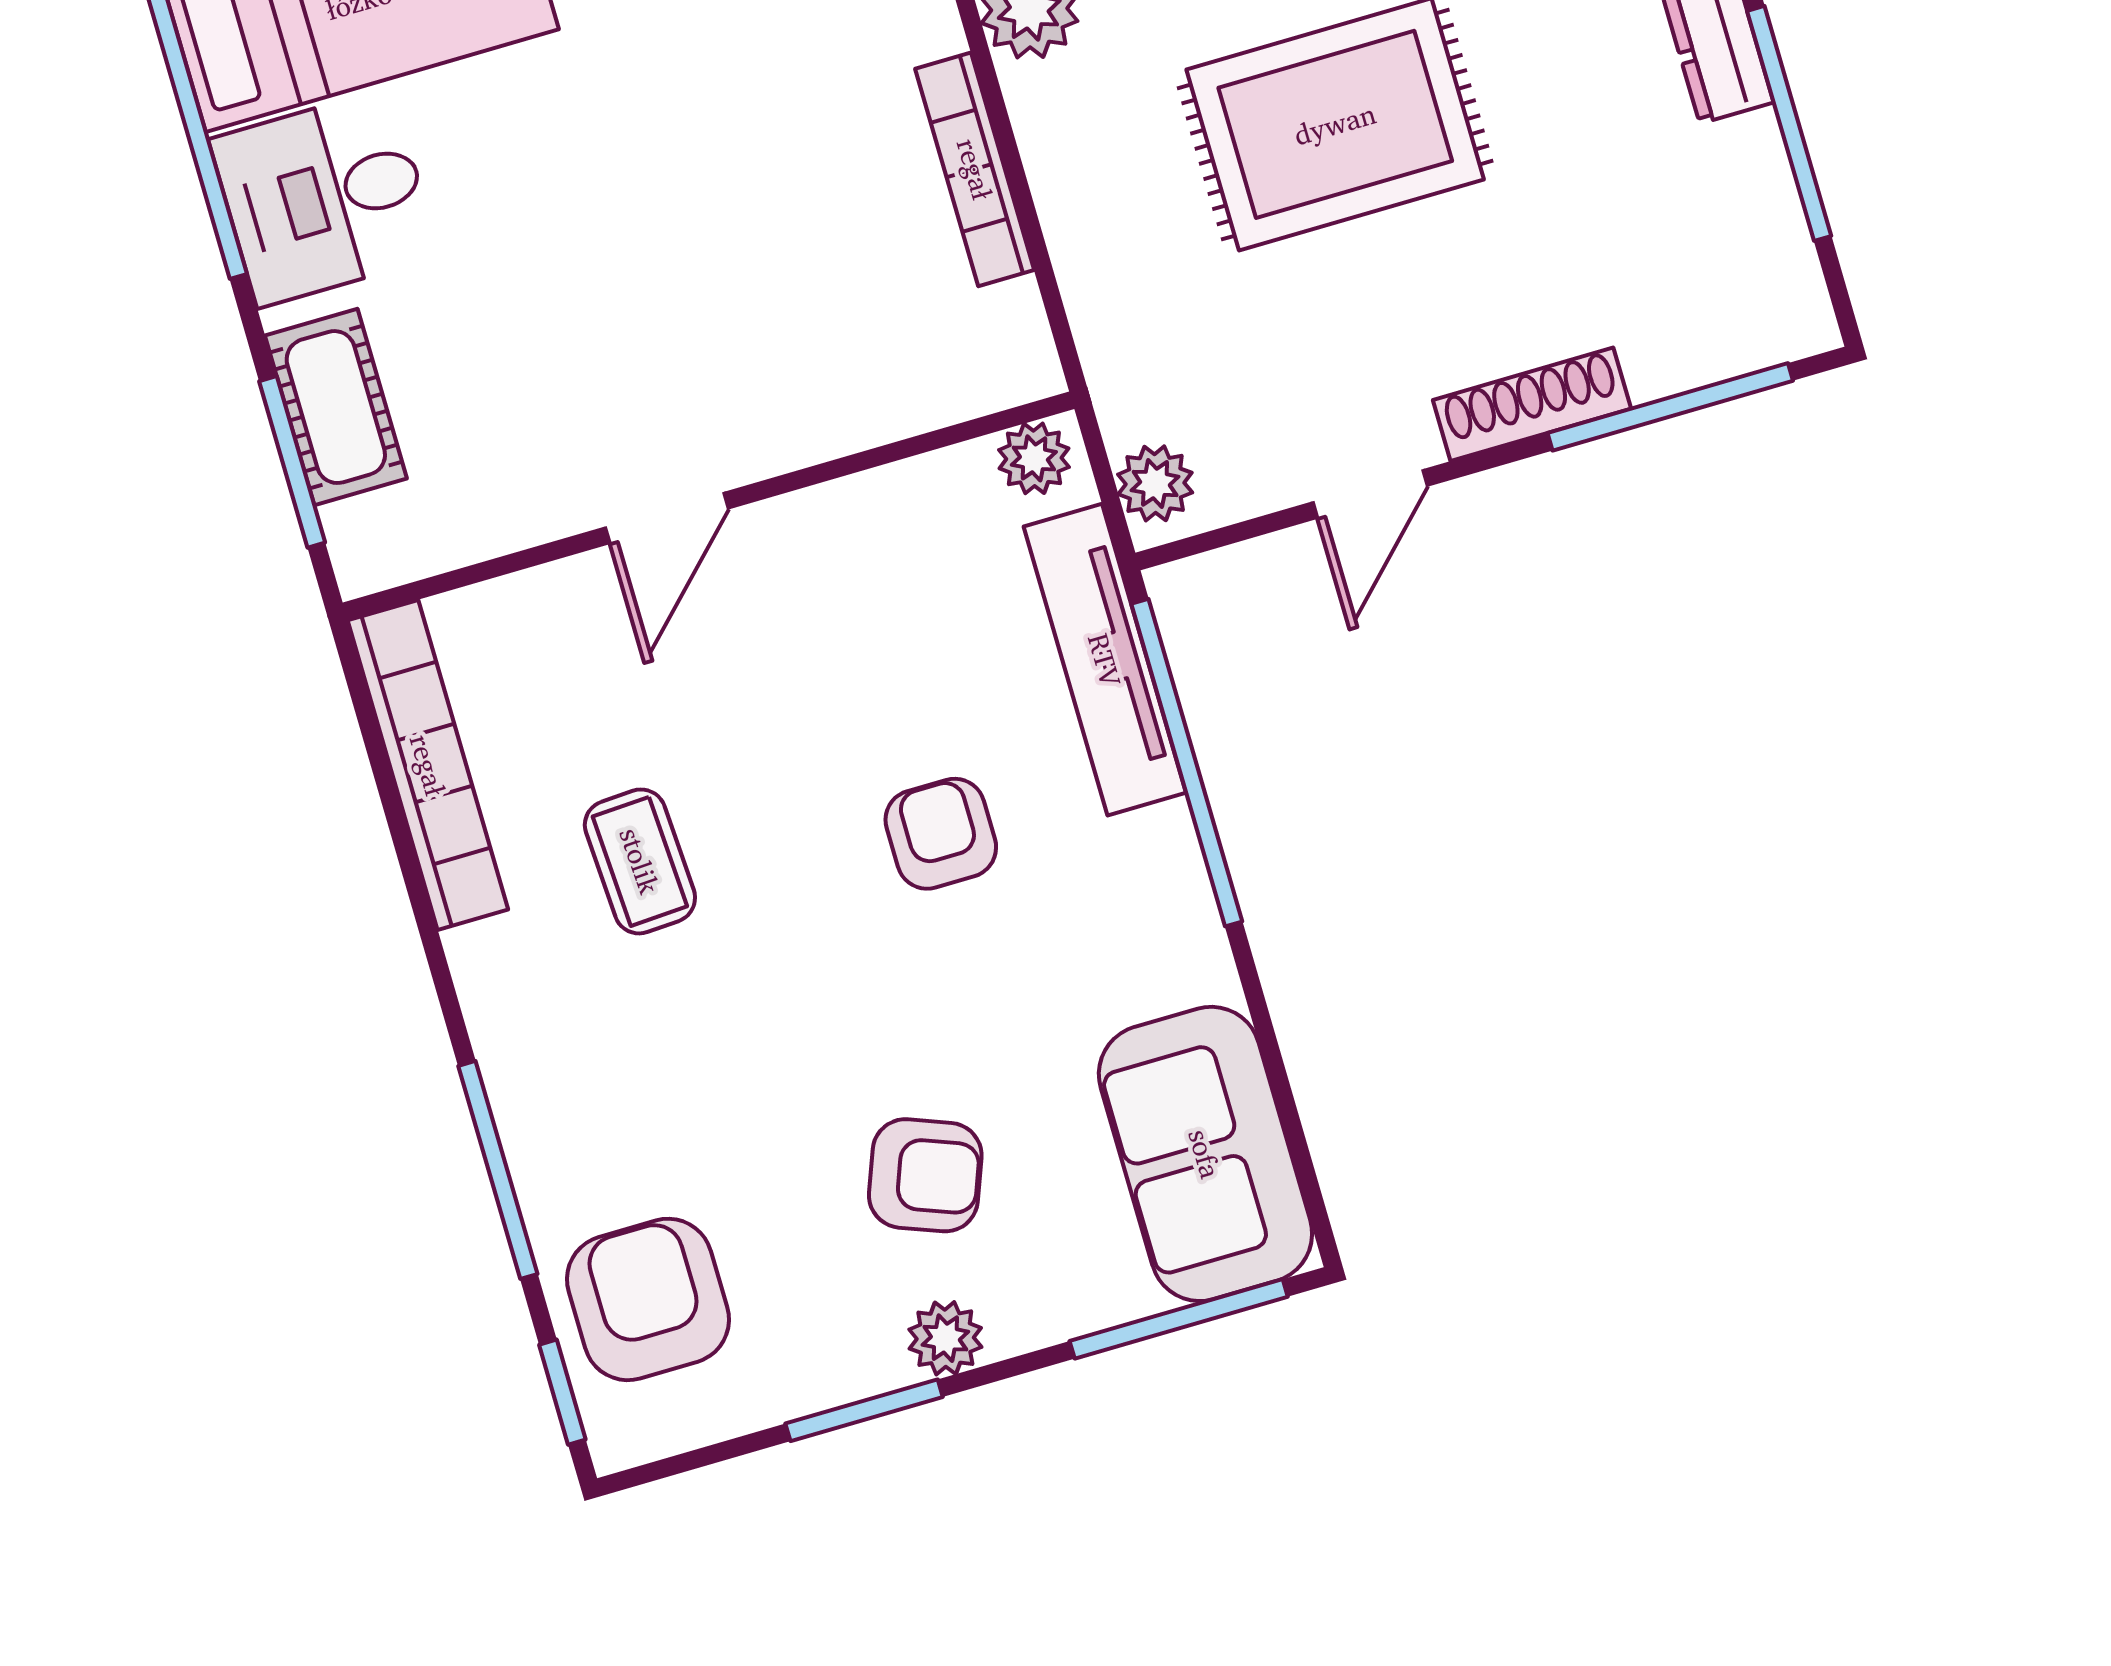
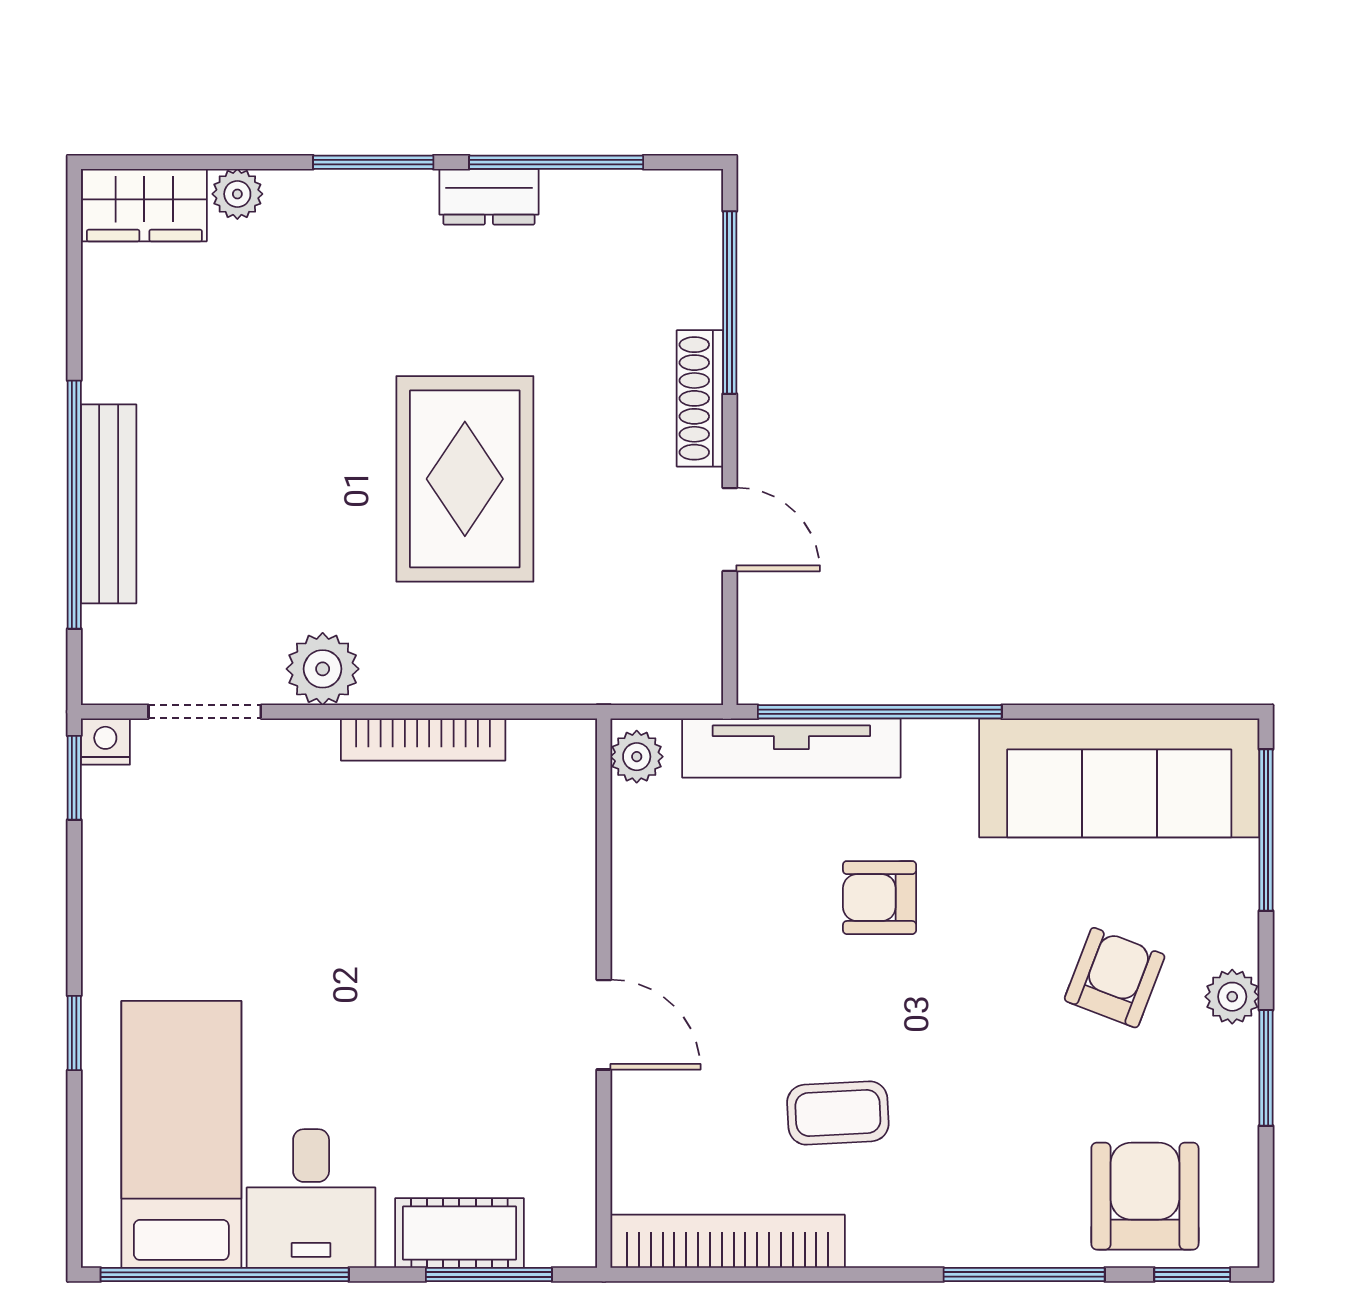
plant: (1155, 483) -> (679, 677), removed
sofa: (1205, 1154) -> (1119, 778), width x1.36
armchair: (648, 1299) -> (1145, 1196), turned 90

